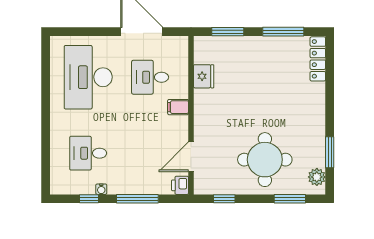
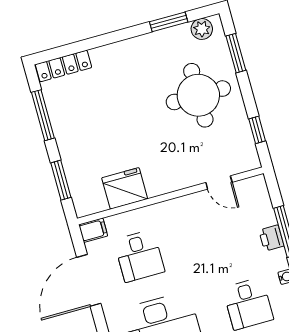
fridge: (204, 76) -> (125, 188), width x1.36, depth x1.34
filing cabinet: (178, 107) -> (93, 230), moved, turned -90
door: (191, 157) -> (219, 182), width x0.73
printer: (180, 185) -> (271, 238), moved, turned 90

